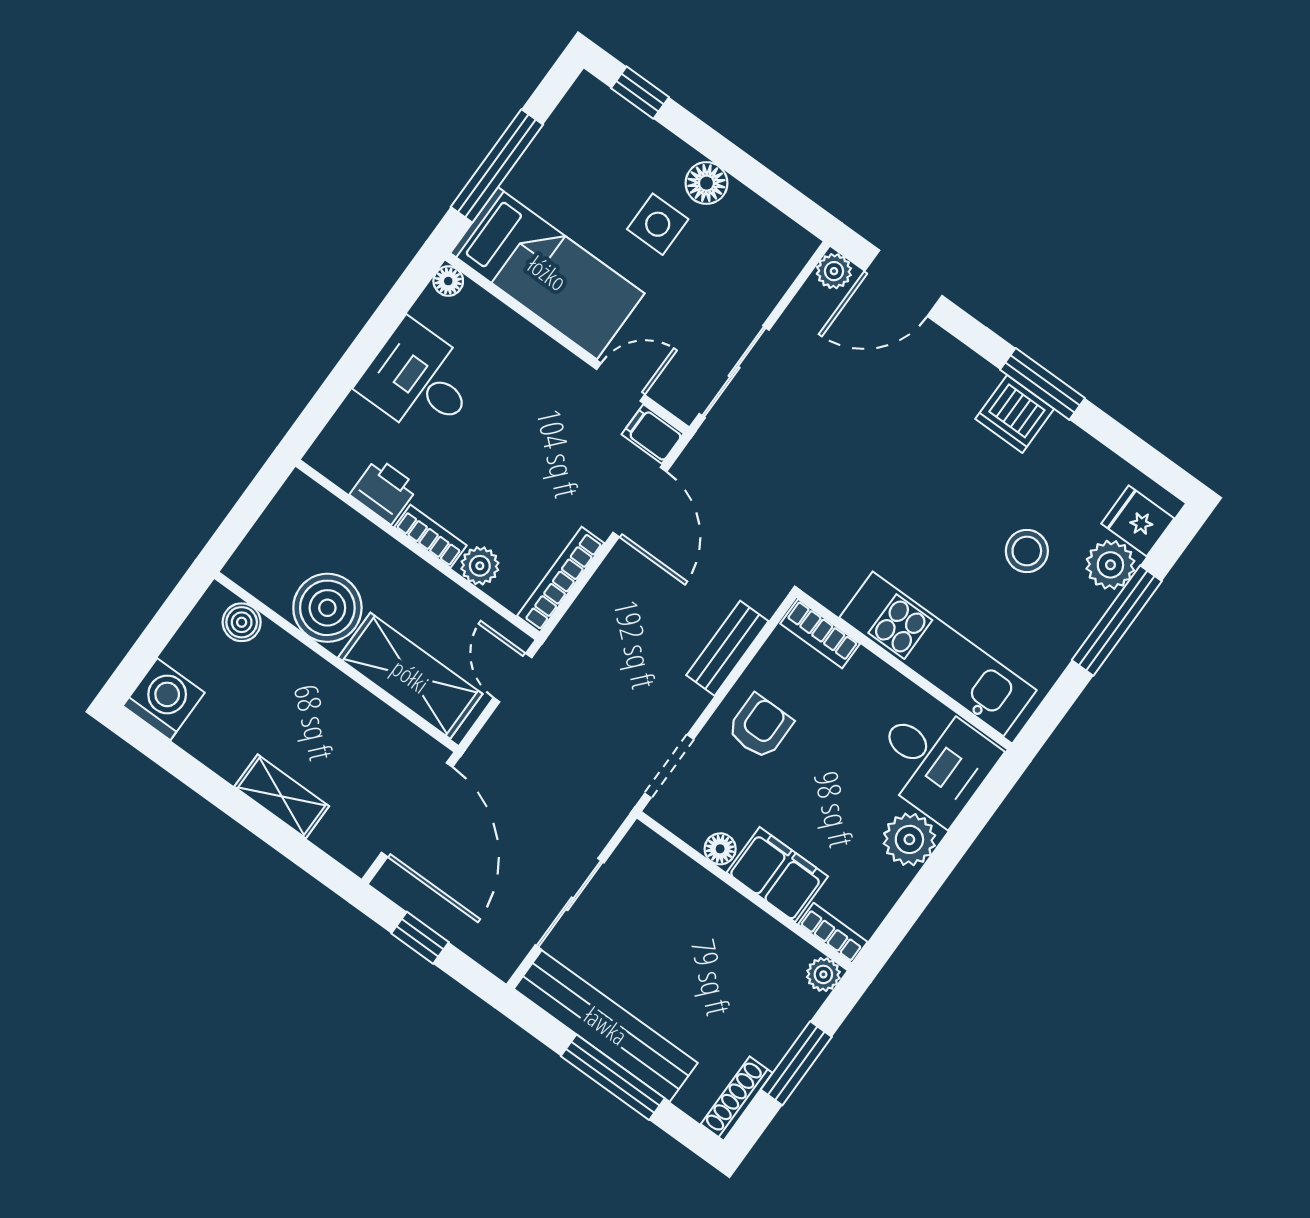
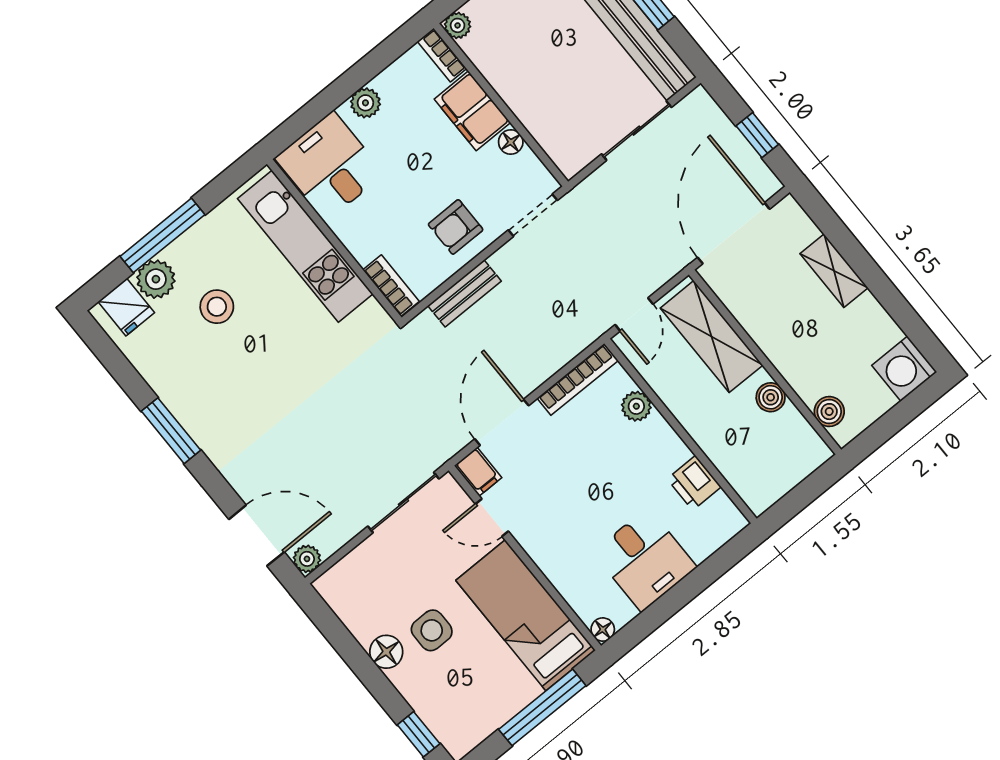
dishwasher: (1015, 414) -> (198, 413), removed
bookcase: (430, 536) -> (668, 439), removed
boiler: (327, 608) -> (771, 397), width x0.54, depth x0.54
plant: (909, 839) -> (365, 103), width x0.73, depth x0.73

